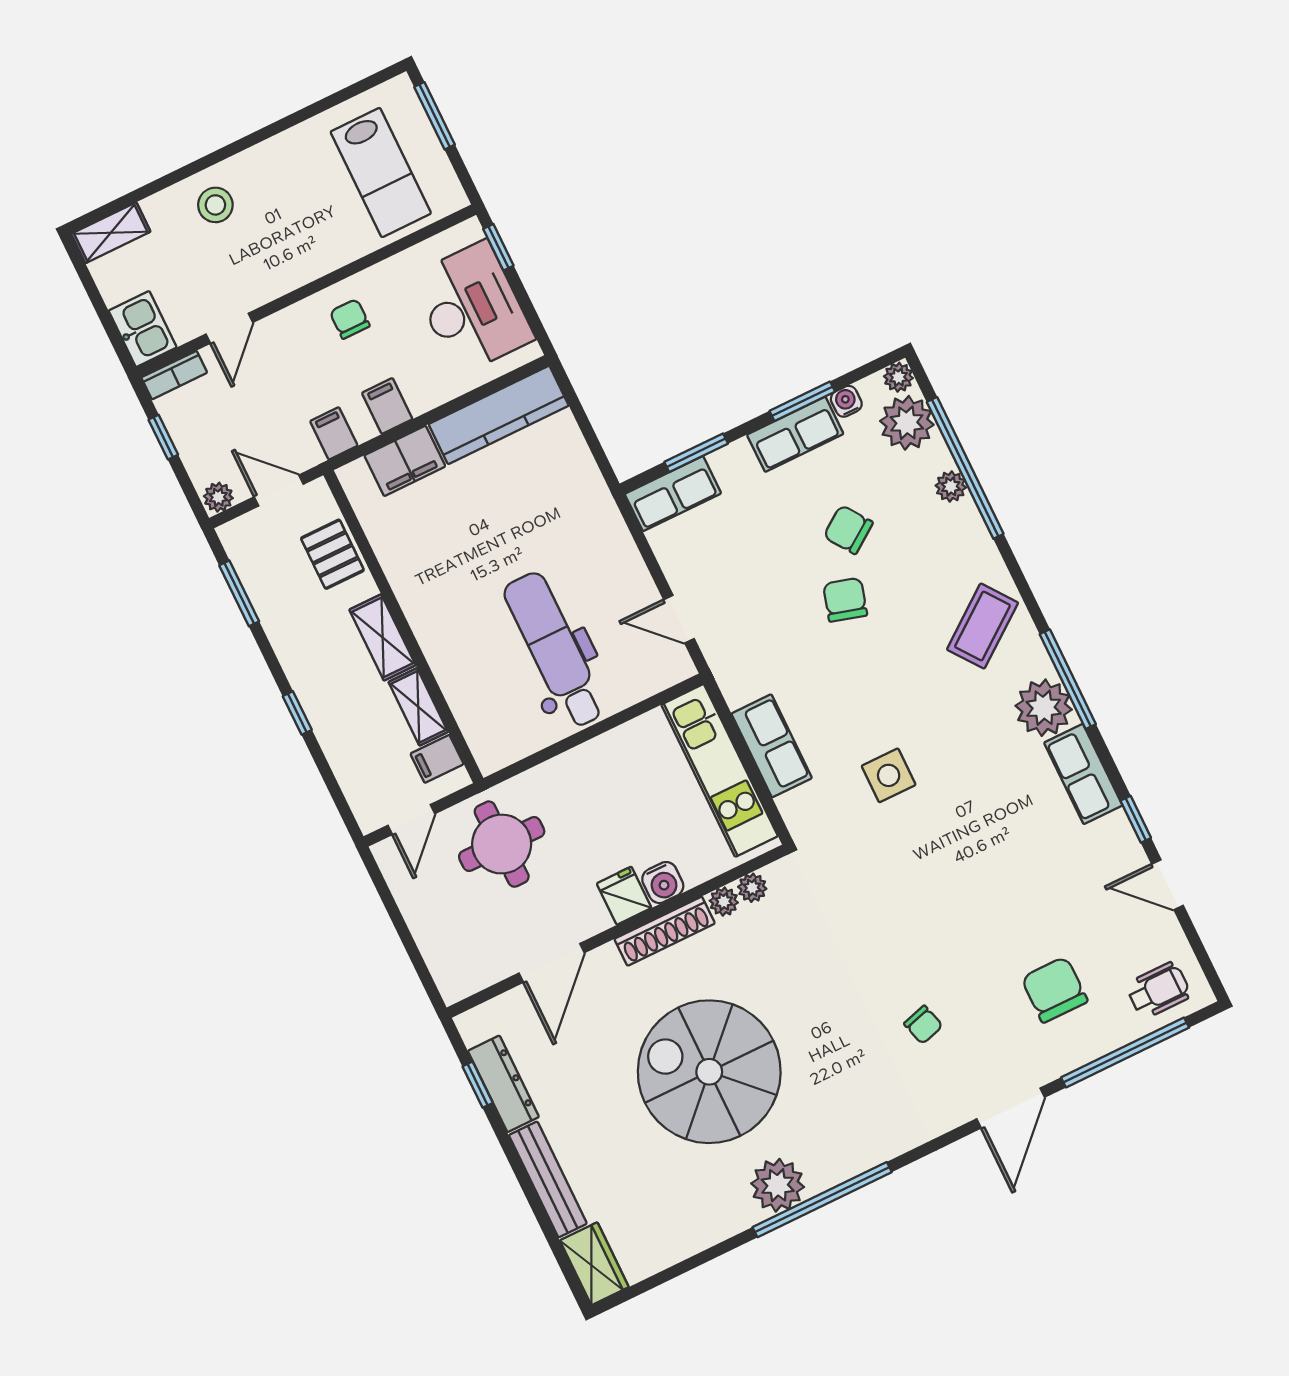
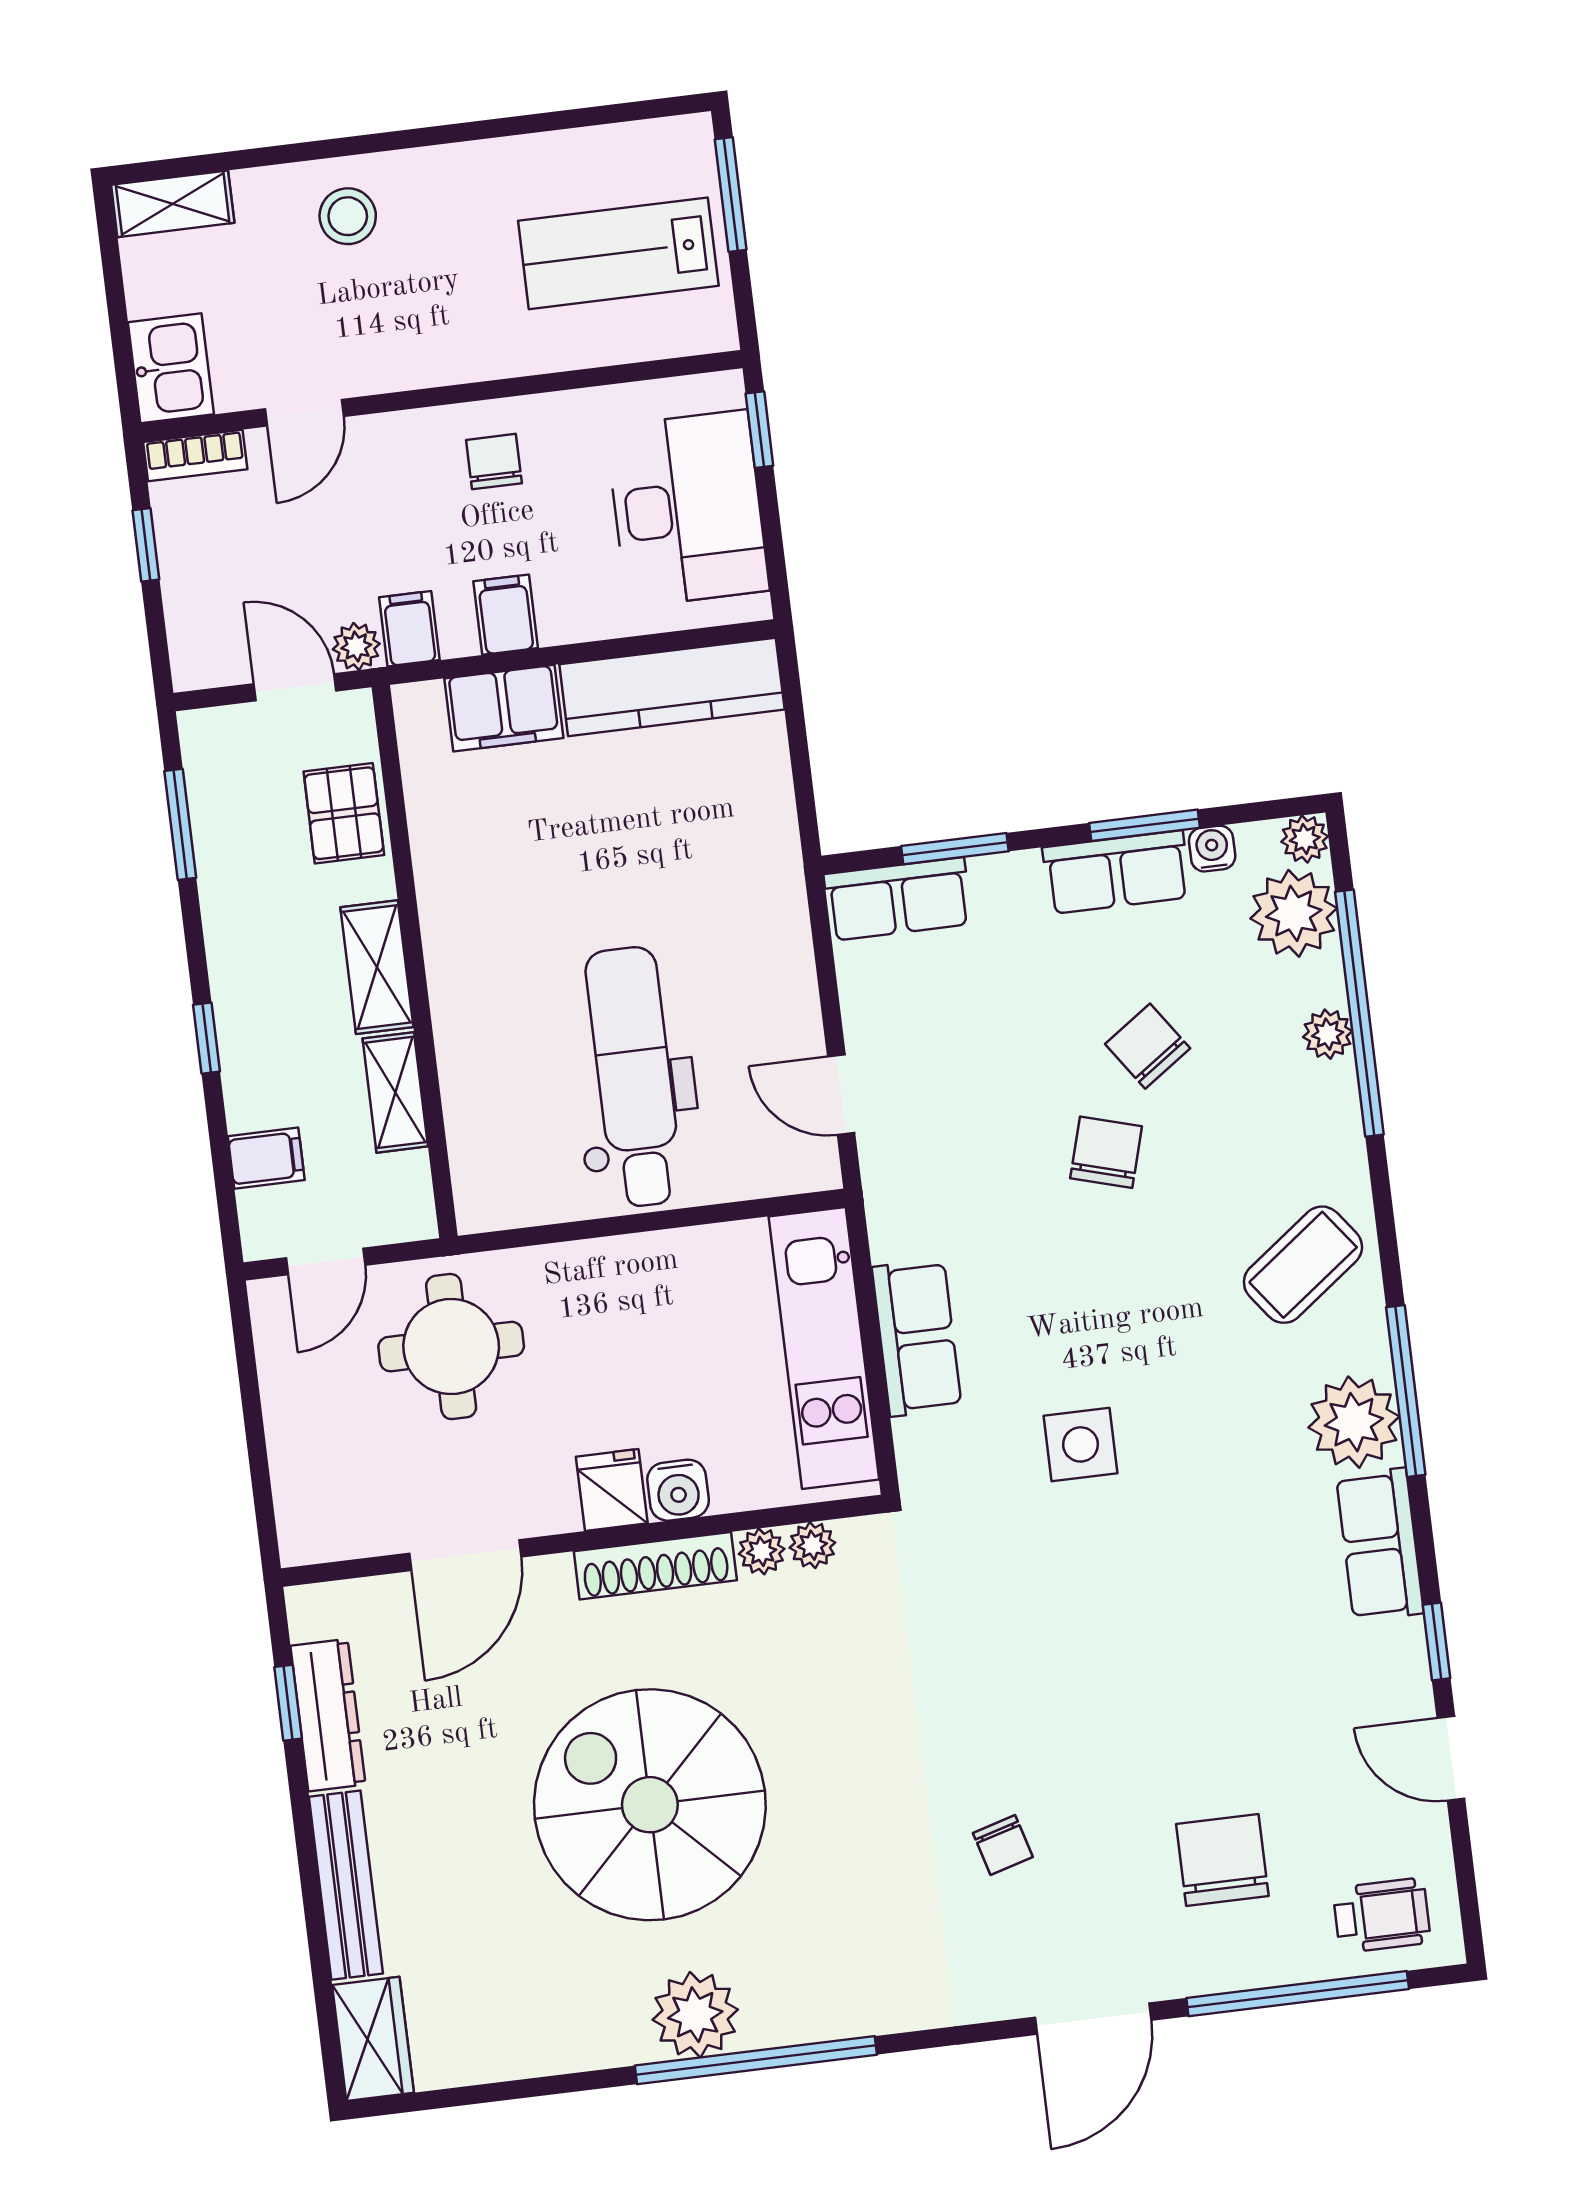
lab bench: (381, 173) -> (618, 253), turned 90
plant: (218, 497) -> (356, 646), moved
filing cabinet: (437, 759) -> (266, 1158), moved, turned 180

